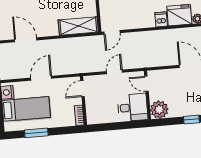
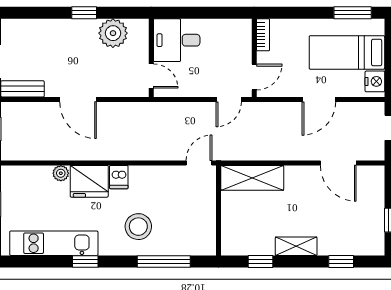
door: (114, 72) -> (229, 99), moved
plant: (159, 110) -> (113, 33), moved
window: (36, 133) -> (353, 13), moved

